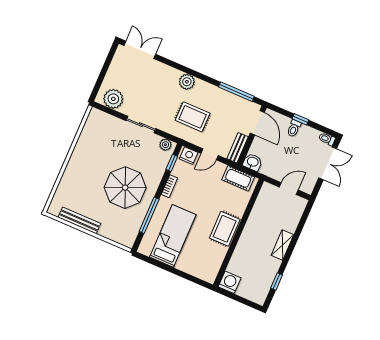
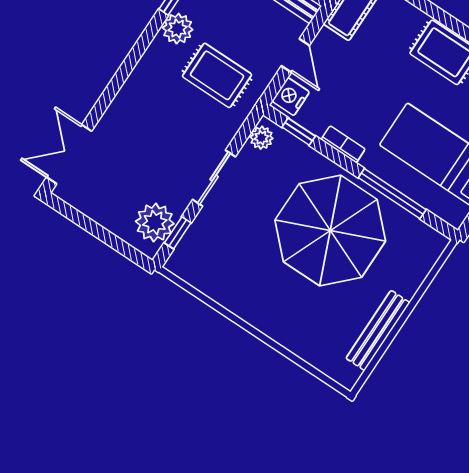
plant: (187, 82) -> (178, 29), moved
window: (110, 111) -> (178, 233), added
rug: (193, 117) -> (217, 75), turned 90
parasol: (125, 188) -> (330, 231), width x1.36, depth x1.36

